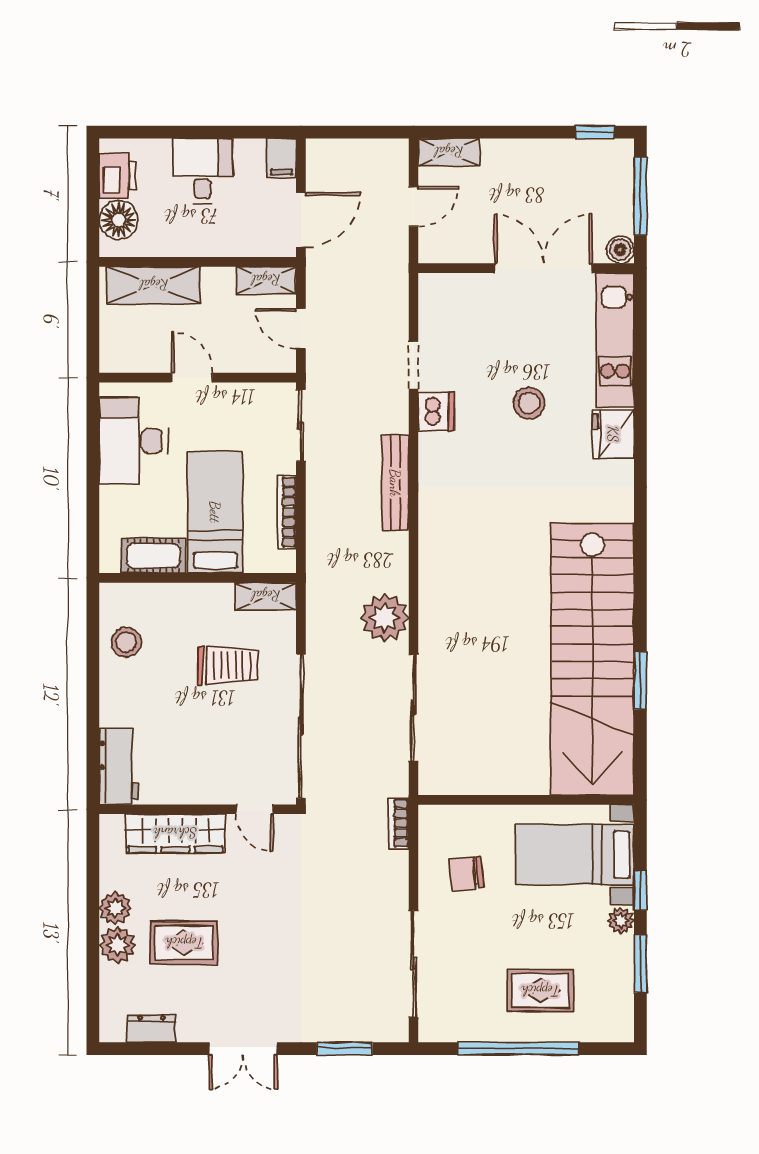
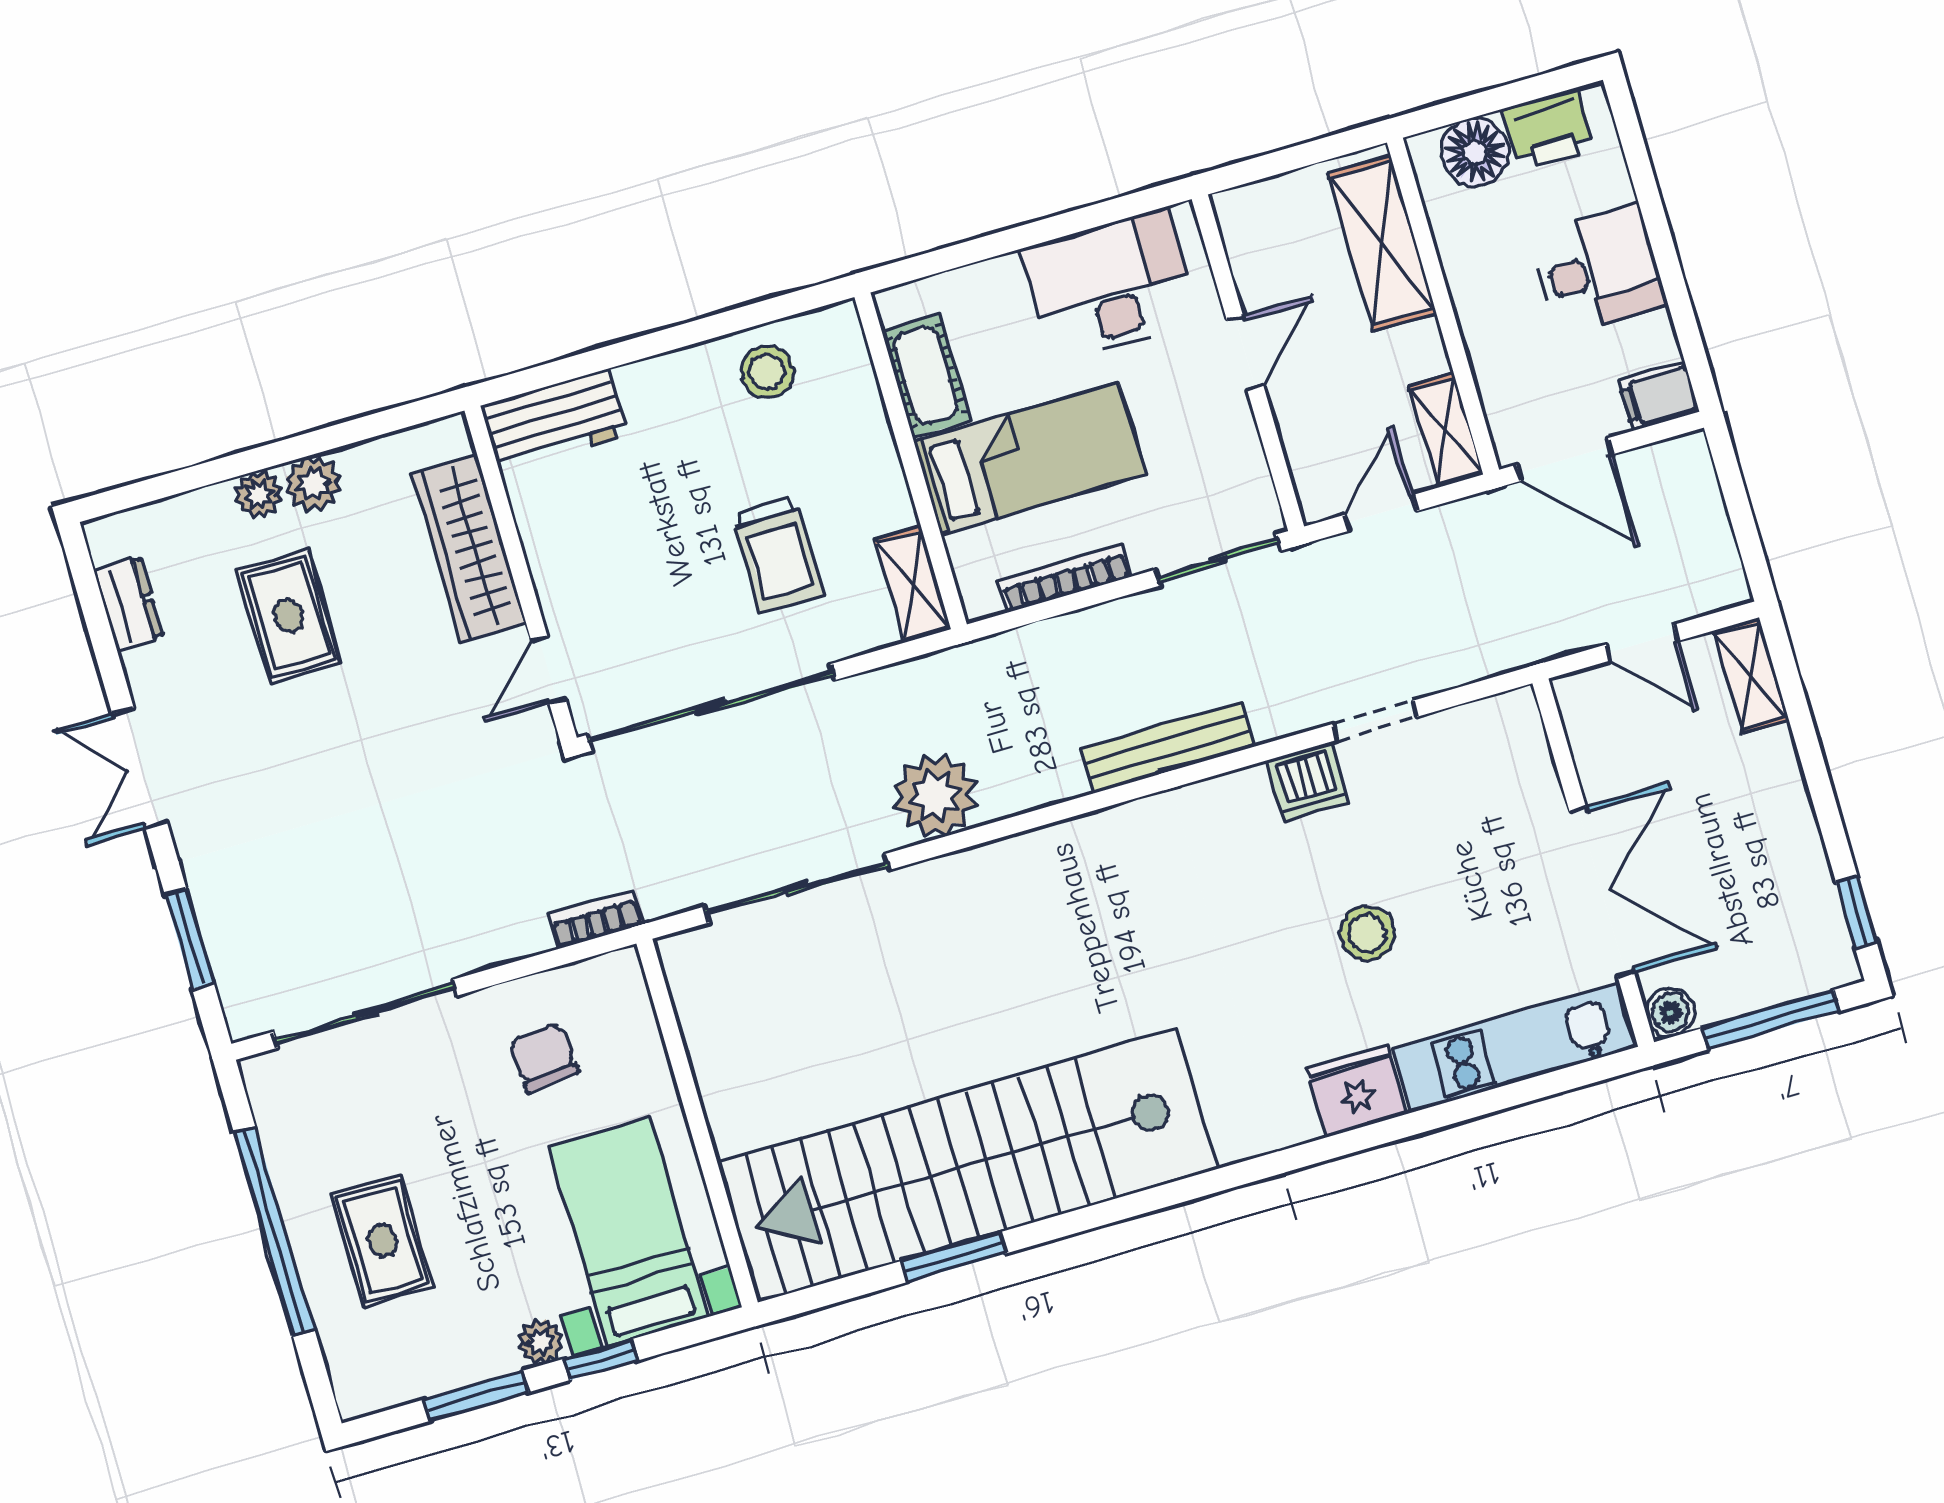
plant: (118, 945) -> (258, 495), width x0.73, depth x0.73

